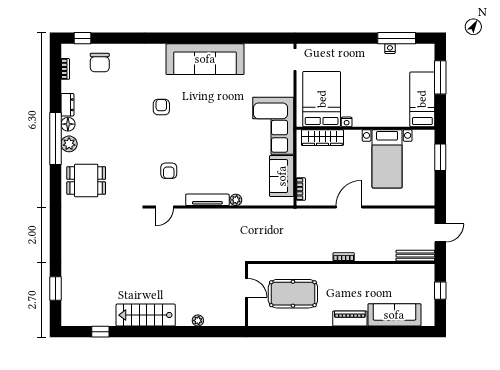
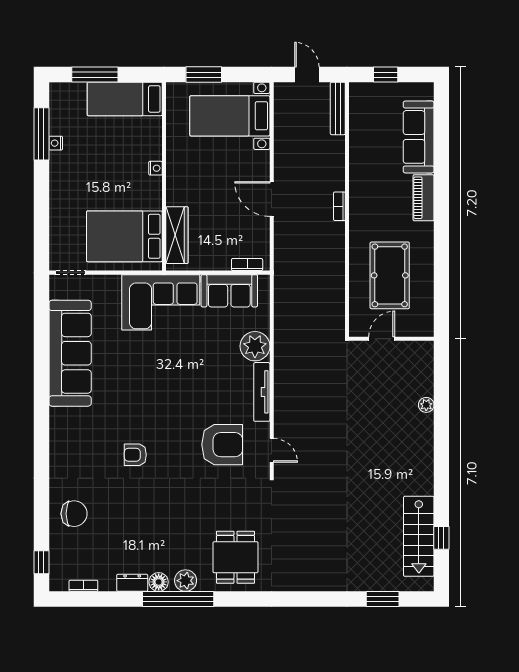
sofa: (205, 59) -> (70, 353), moved
chair: (100, 62) -> (74, 514), moved
nightstand: (347, 122) -> (156, 168), moved
bed with nightstands: (387, 159) -> (230, 116), moved, turned 180
armchair: (169, 171) -> (222, 445), width x1.88, depth x1.88
plant: (236, 200) -> (255, 346), width x1.87, depth x1.87
stairs: (146, 315) -> (419, 536), moved

